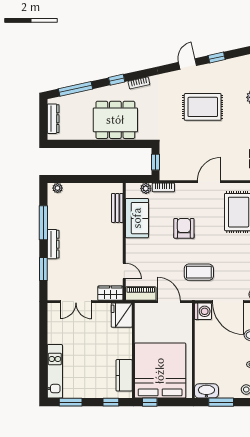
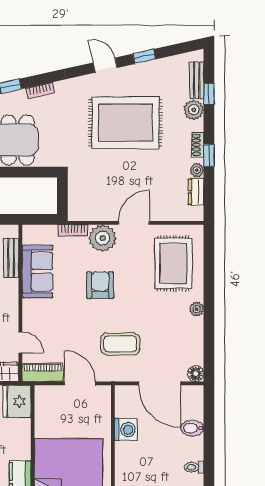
door: (187, 64) -> (105, 65), hinge flipped
rug: (203, 107) -> (125, 123), width x1.37, depth x1.44
window: (156, 162) -> (62, 197), removed
plant: (146, 188) -> (103, 238), moved, width x1.87, depth x1.87
washing machine: (203, 311) -> (126, 430), moved

